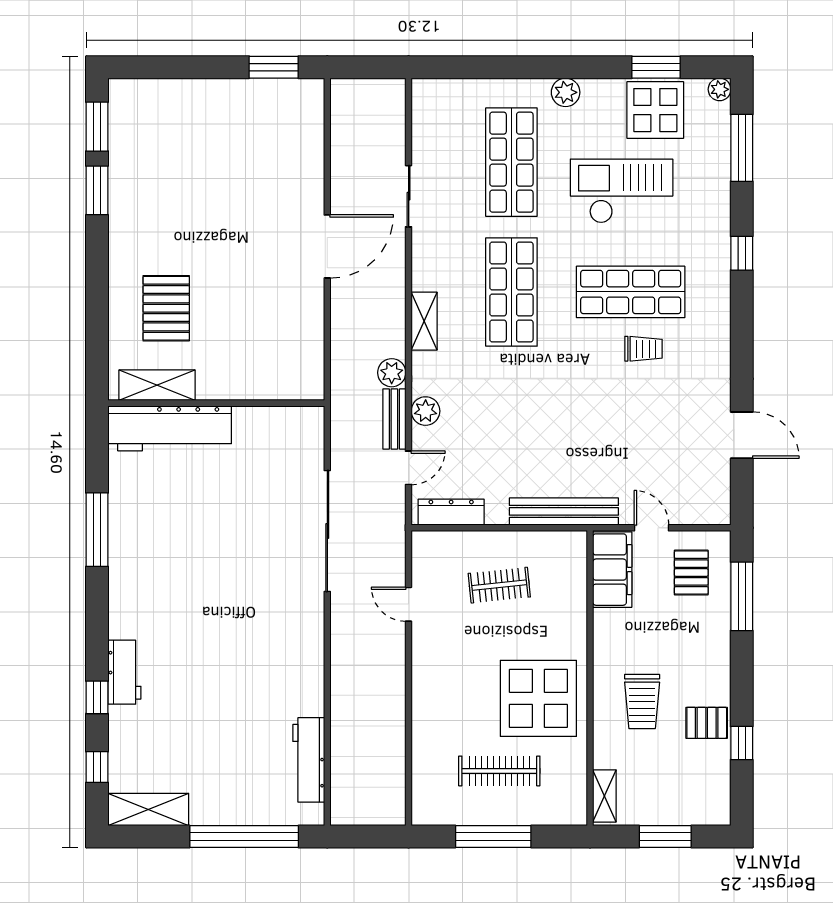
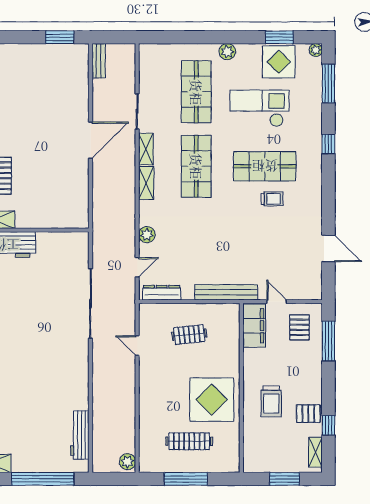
shelving: (424, 262) -> (146, 149), added
plant: (392, 373) -> (127, 462), moved
bench: (394, 419) -> (99, 61), moved
shelving: (604, 796) -> (315, 452), moved

